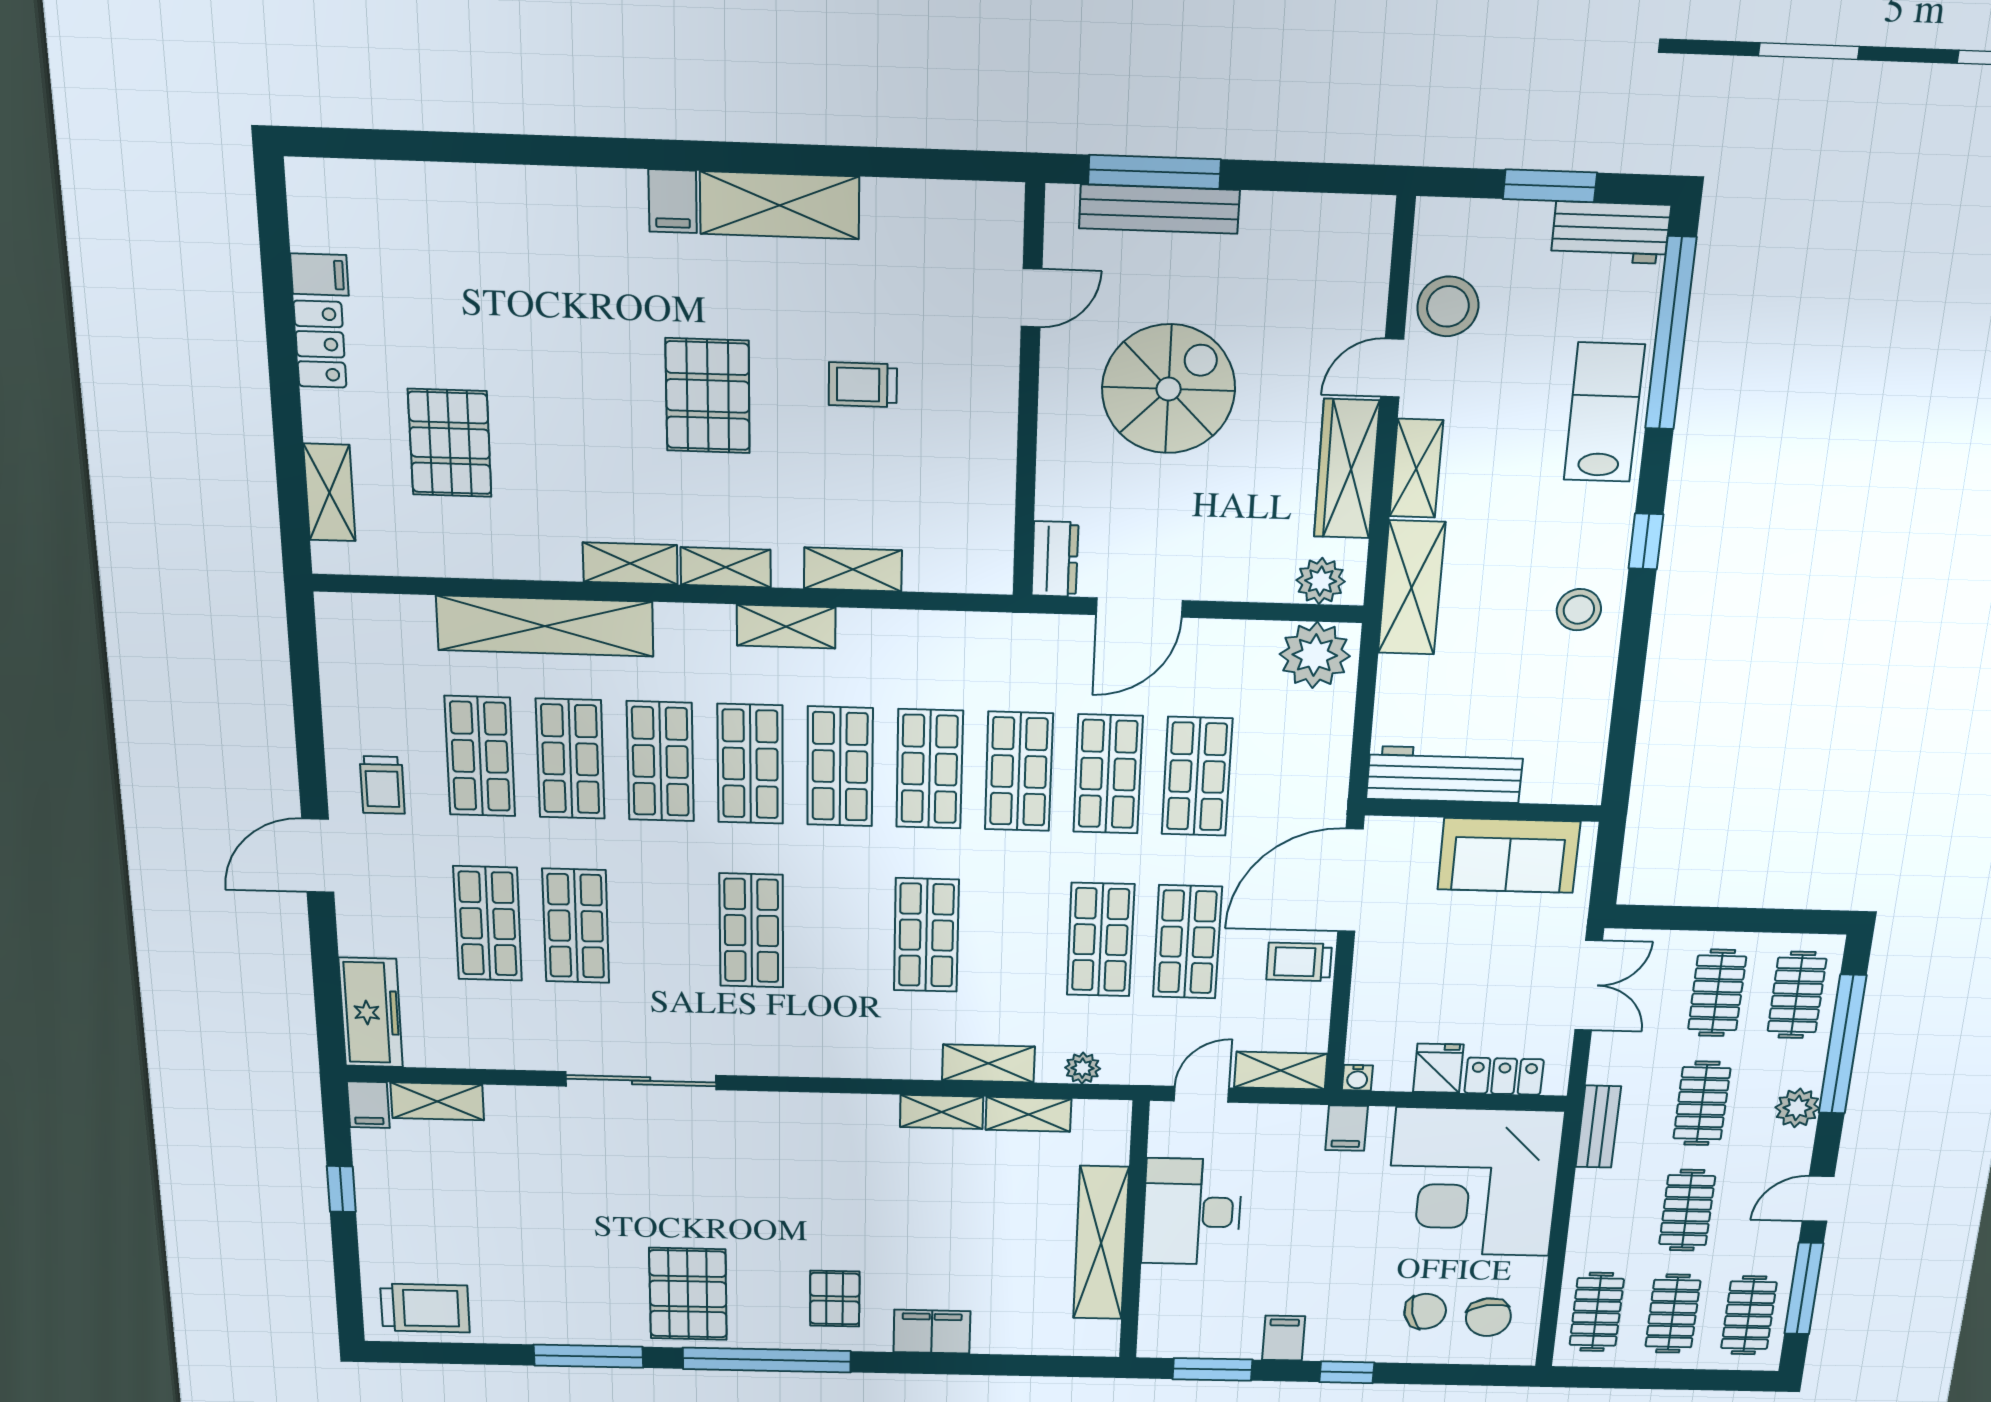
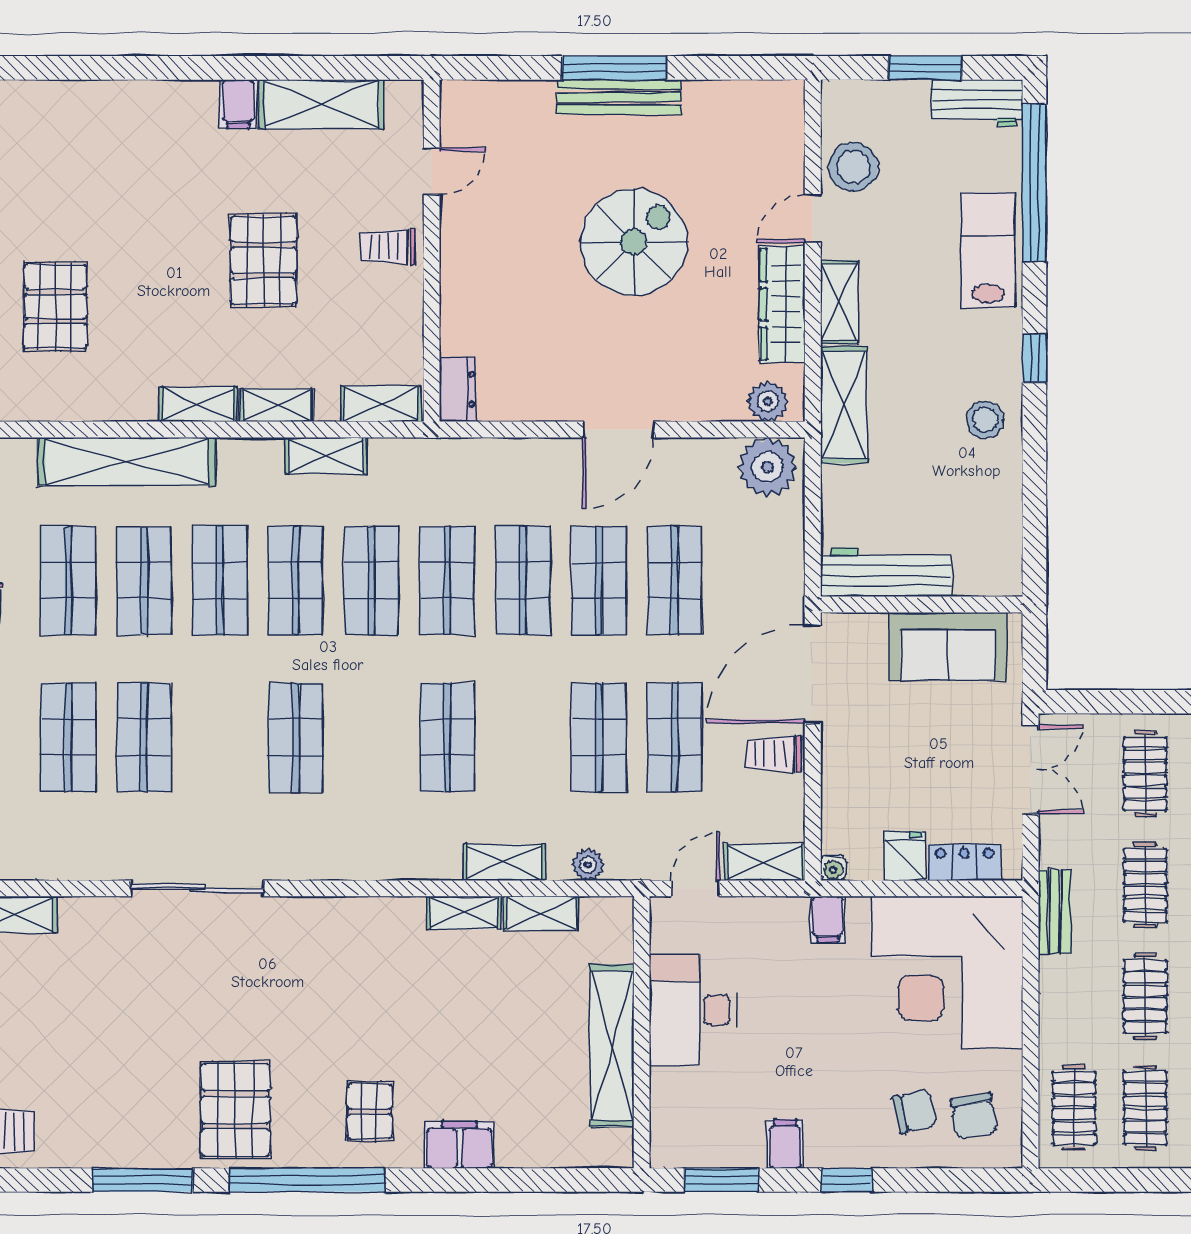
door: (1032, 298) -> (432, 171), moved
wall: (1029, 395) -> (432, 251), moved
dresser: (1055, 559) -> (458, 389), moved

